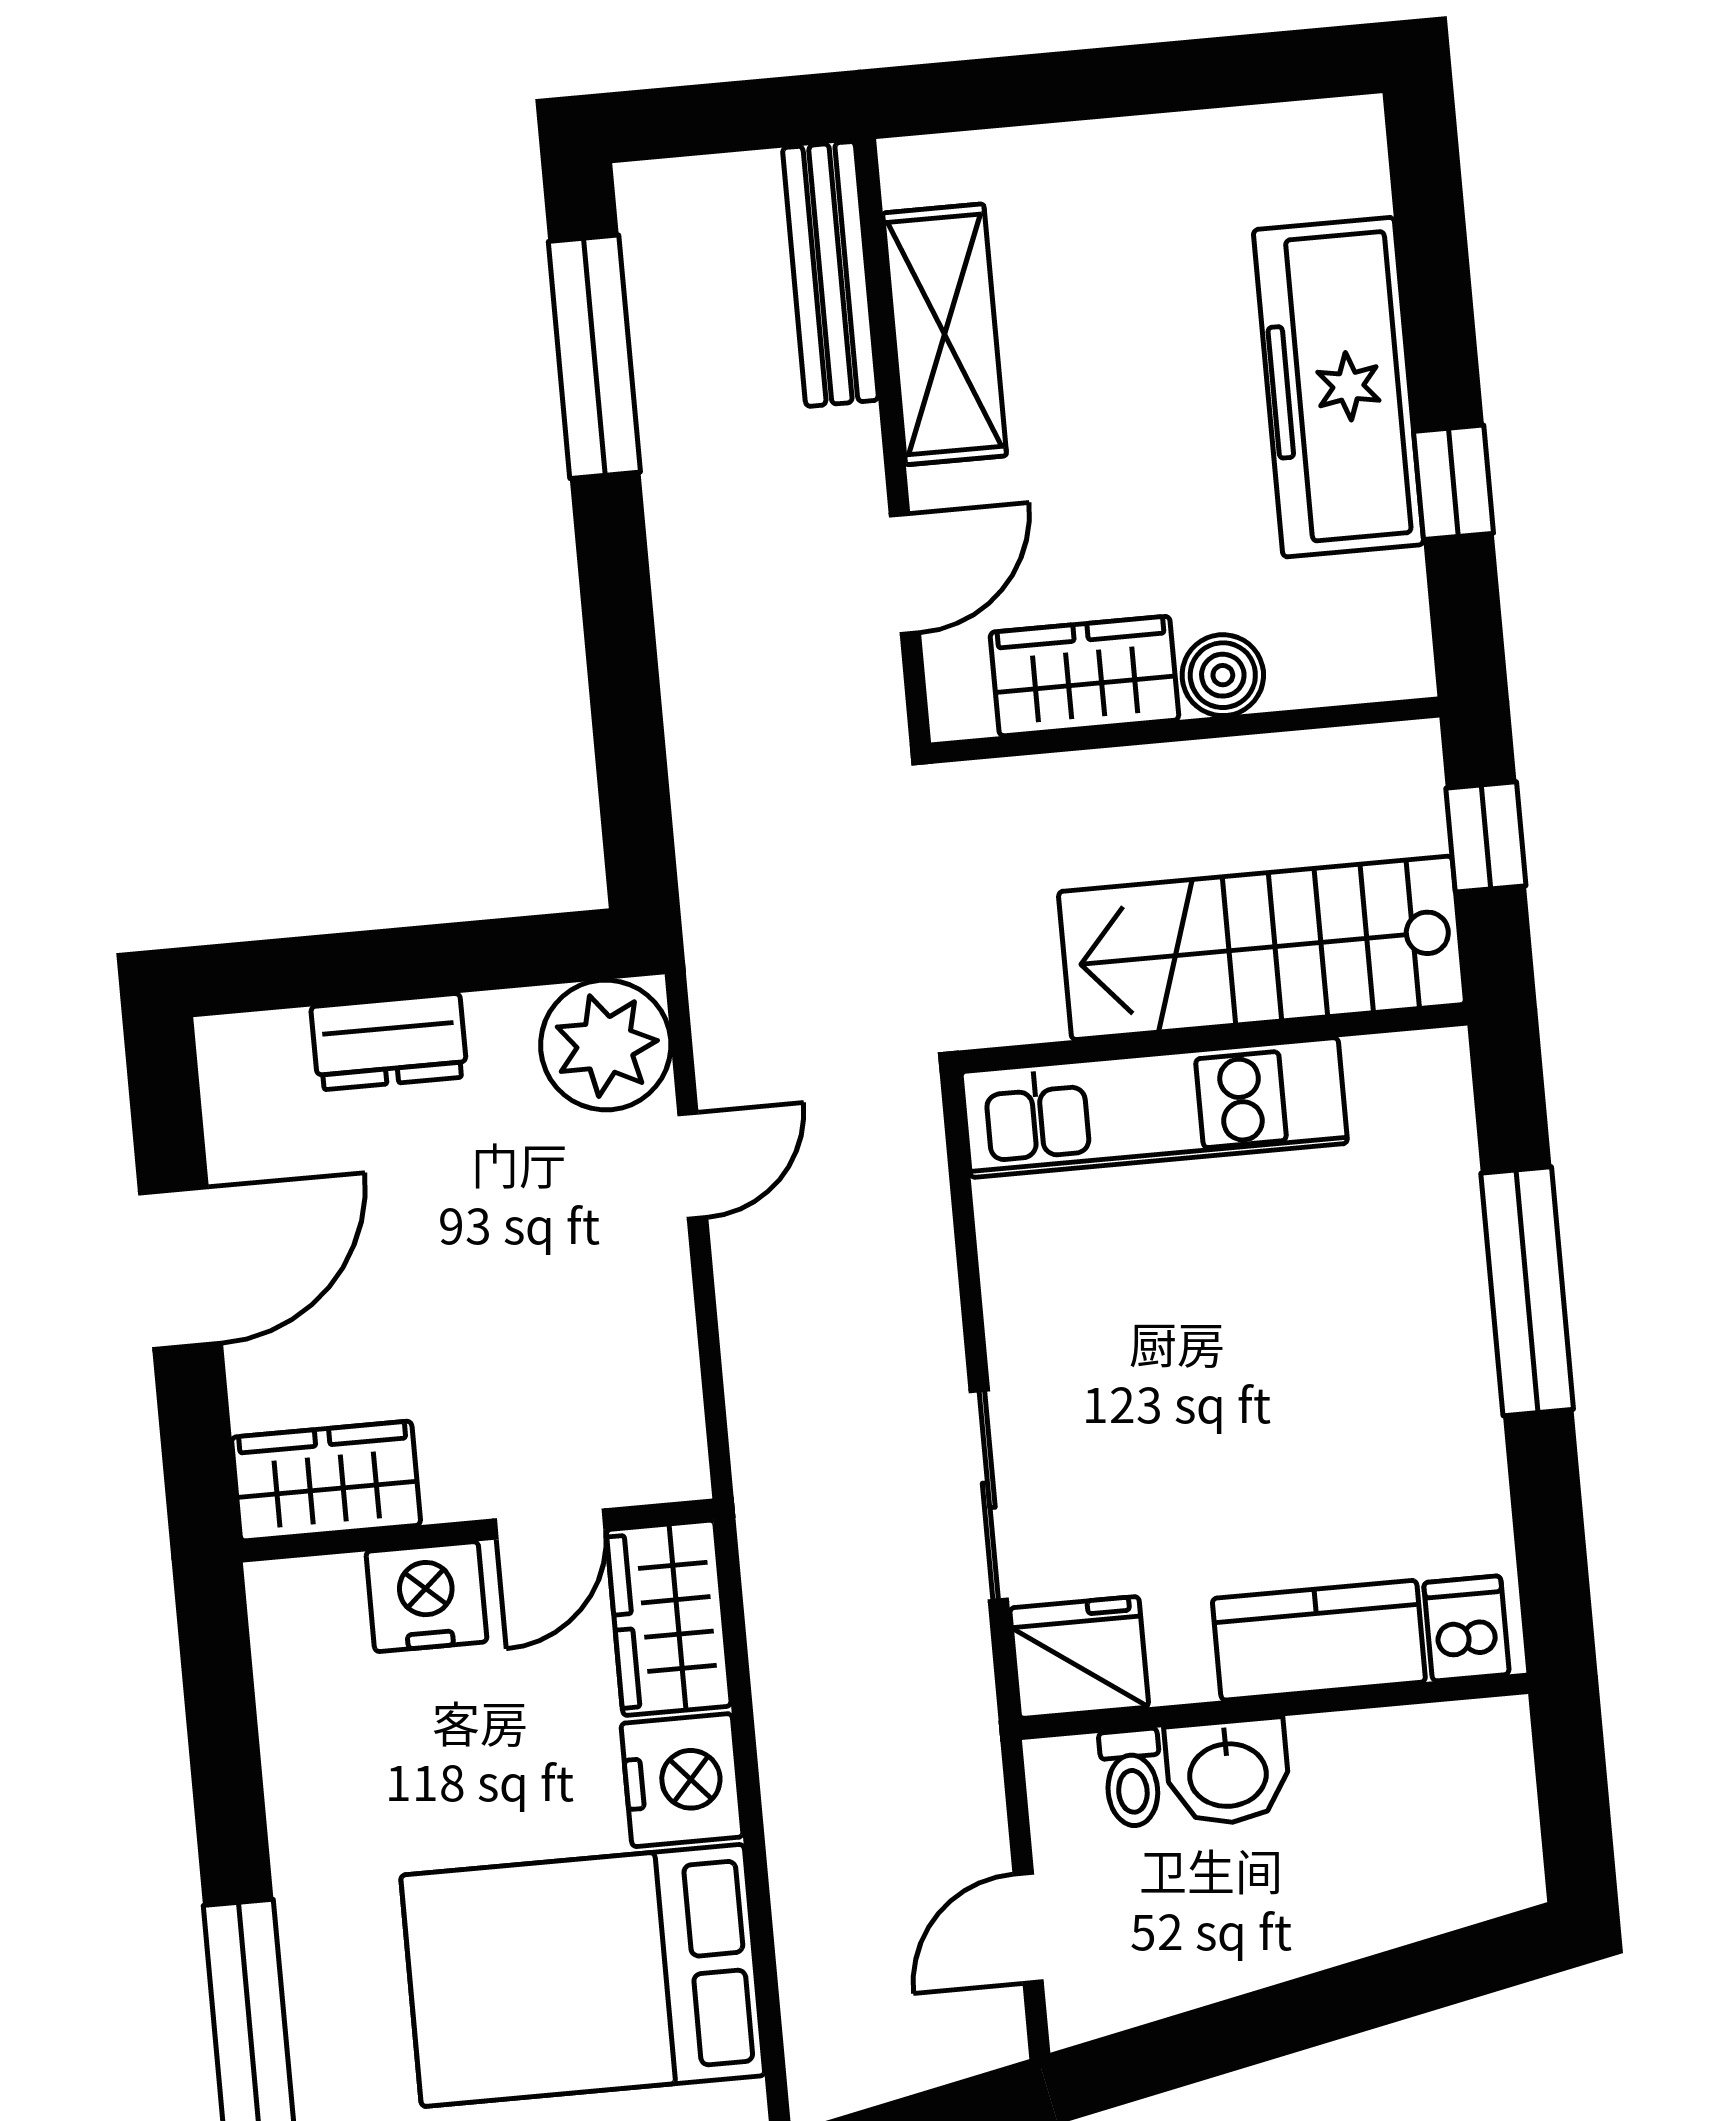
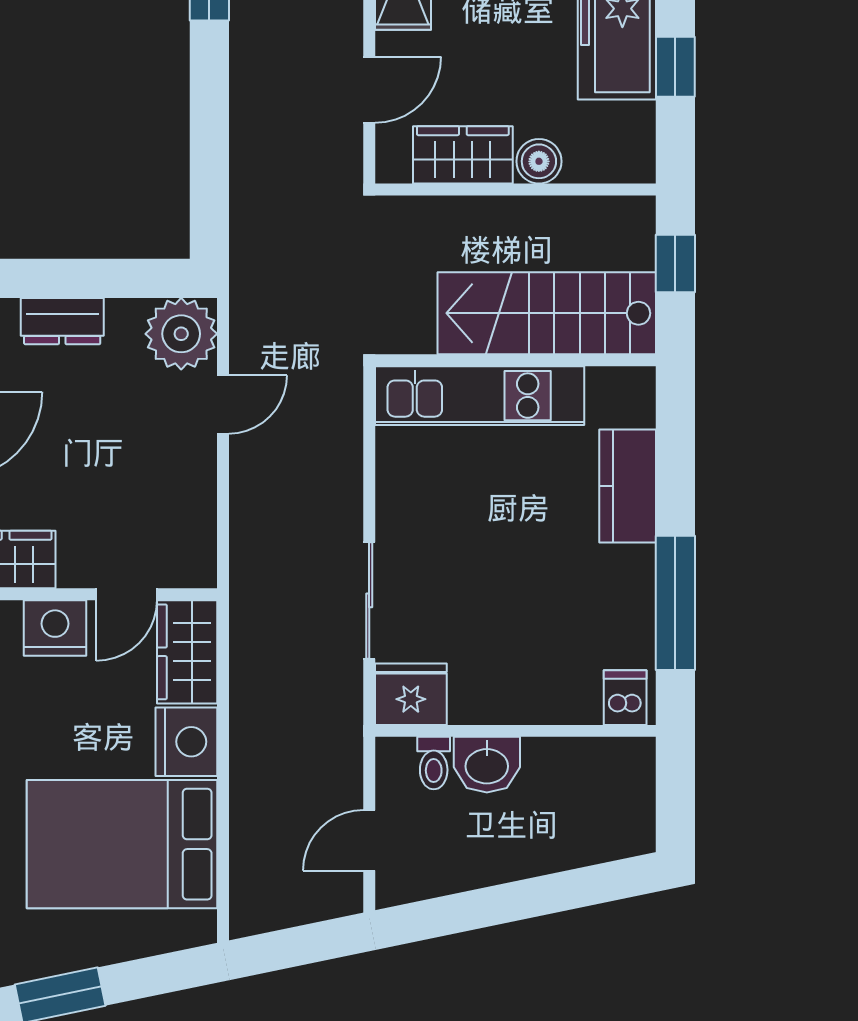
window: (1527, 1291) -> (675, 603), moved
kitchen counter: (1319, 1640) -> (628, 486), moved, turned -90

